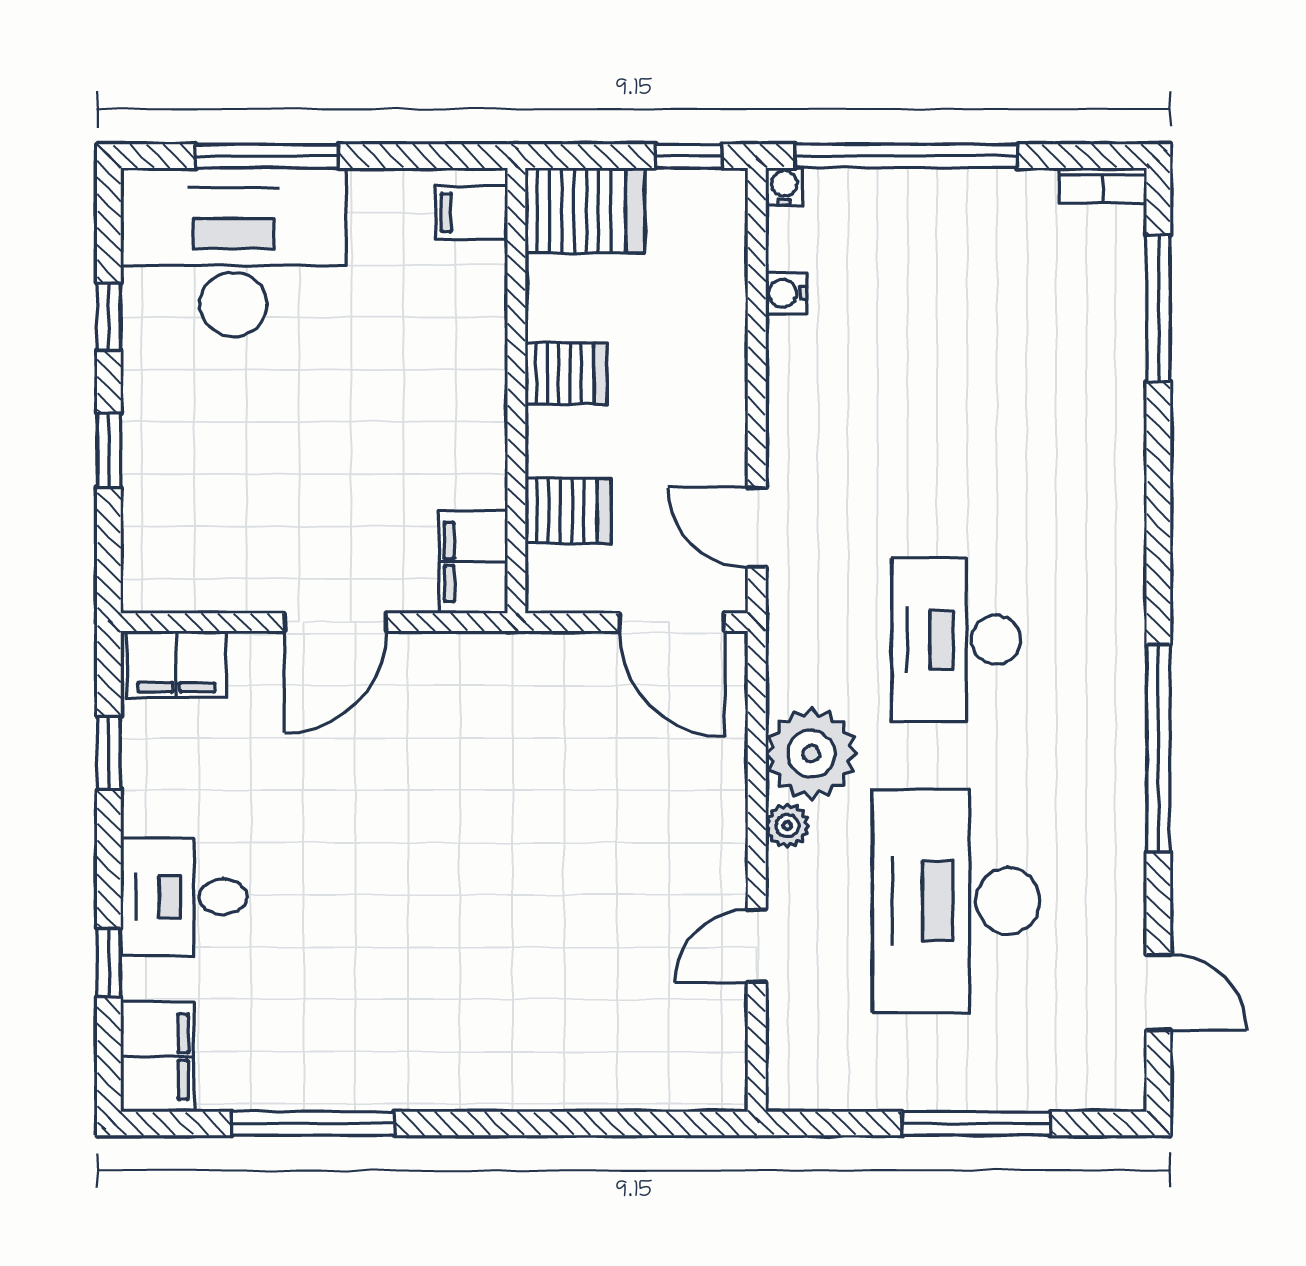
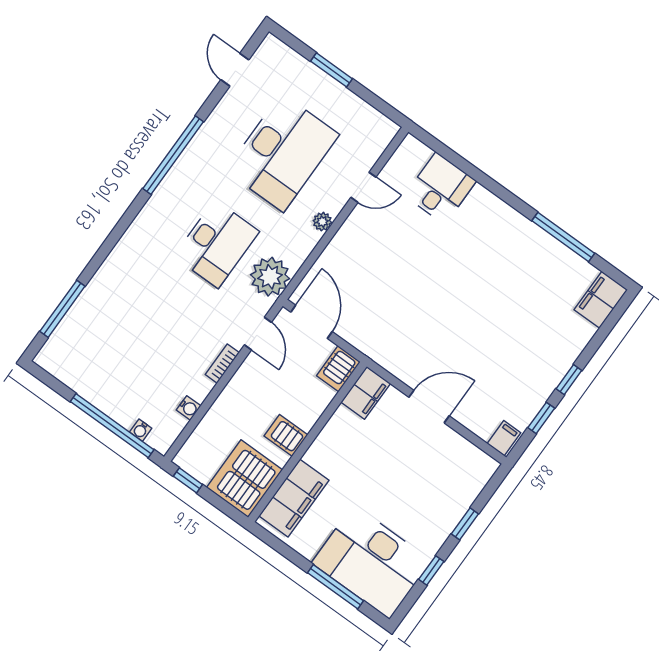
bookcase: (1103, 185) -> (222, 364), moved, turned -90
water cooler: (784, 186) -> (141, 430), moved
server rack: (585, 210) -> (245, 479), width x1.60
filing cabinet: (472, 212) -> (294, 498), width x3.00, depth x1.17
server rack: (568, 511) -> (338, 369), moved, turned -90
filing cabinet: (176, 664) -> (504, 438), width x0.50
plant: (811, 754) -> (270, 277), moved
desk: (184, 897) -> (440, 188), moved, turned -90
window: (109, 963) -> (569, 380), moved
window: (976, 1123) -> (332, 70), width x0.69

